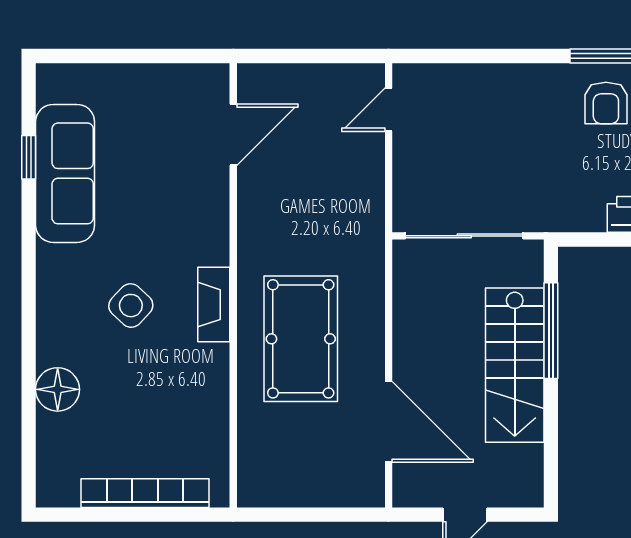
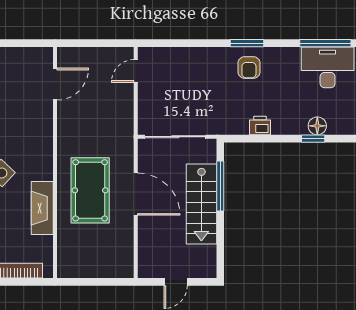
fireplace: (214, 305) -> (42, 208), moved, width x1.37, depth x1.32
door: (389, 422) -> (136, 194), moved

